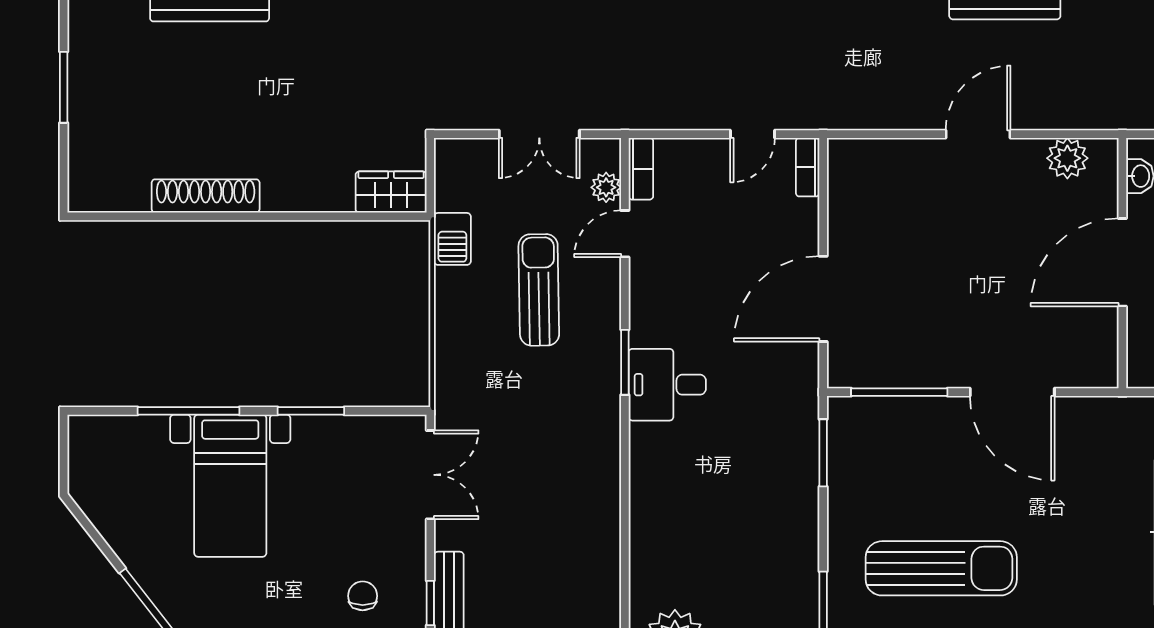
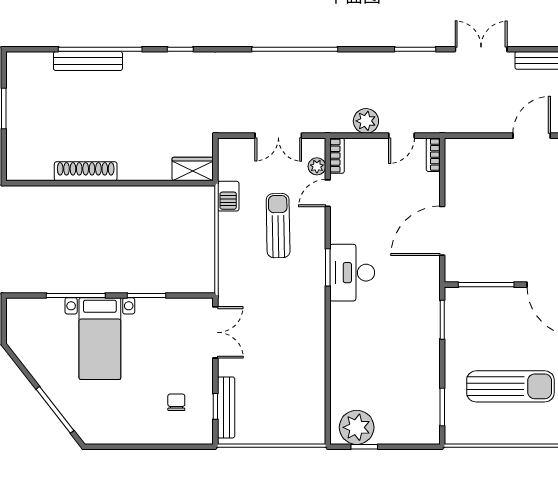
plant: (691, 109) -> (366, 121), added
desk: (667, 385) -> (352, 273), width x1.37

